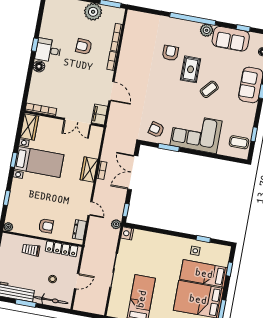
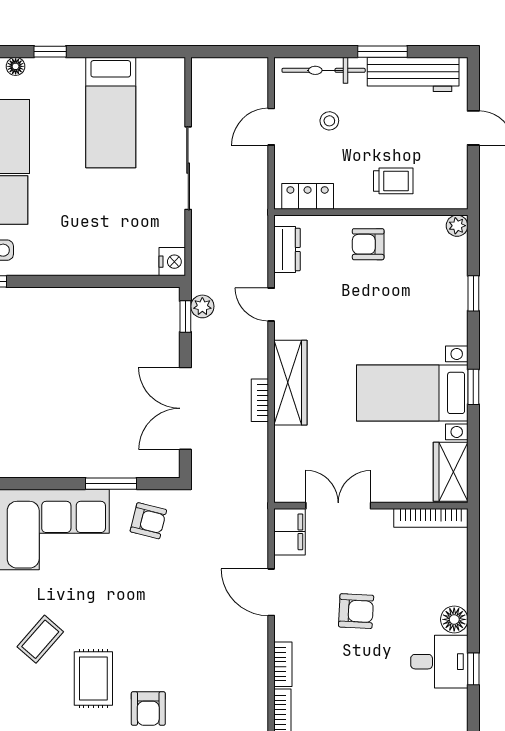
armchair: (84, 47) -> (356, 611), moved
wardrobe: (89, 169) -> (290, 383), width x1.50
double door: (133, 173) -> (185, 408), swing flipped
plant: (116, 224) -> (202, 306), moved
locker: (62, 249) -> (308, 196), width x0.66

